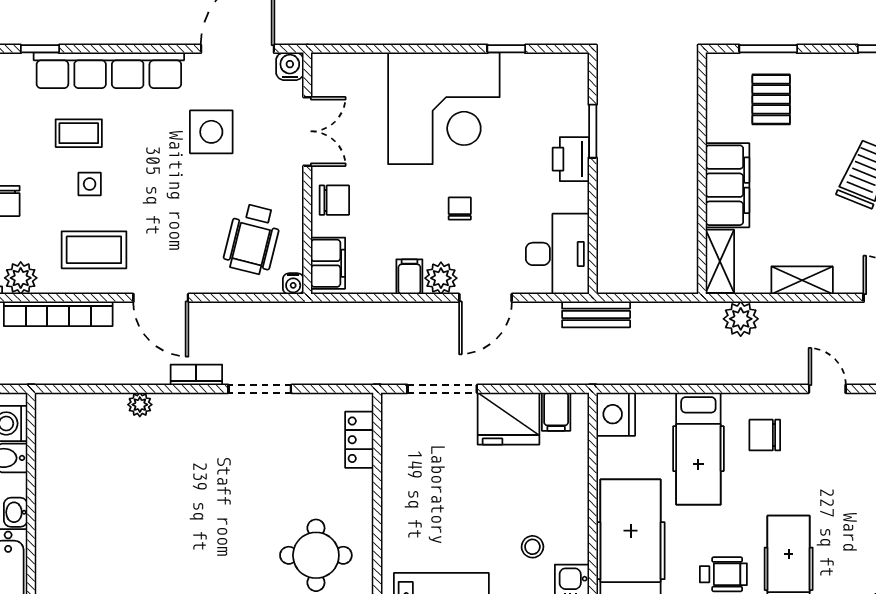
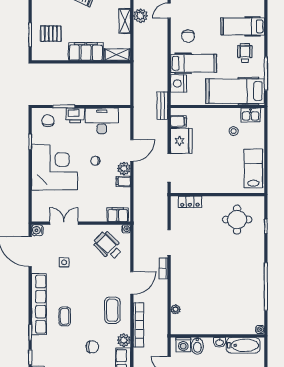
side table: (211, 132) -> (64, 262), width x0.54, depth x0.54
side table: (90, 184) -> (85, 312), removed
chair: (334, 200) -> (48, 121), moved
wheelchair: (252, 239) -> (108, 246), turned -149
desk: (557, 254) -> (102, 121), moved
door: (486, 298) -> (132, 150), hinge flipped
bench: (596, 314) -> (162, 106), moved
plant: (741, 319) -> (140, 16), moved
plant: (140, 405) -> (176, 309), moved
nightstand: (616, 414) -> (179, 83), moved, turned 90

